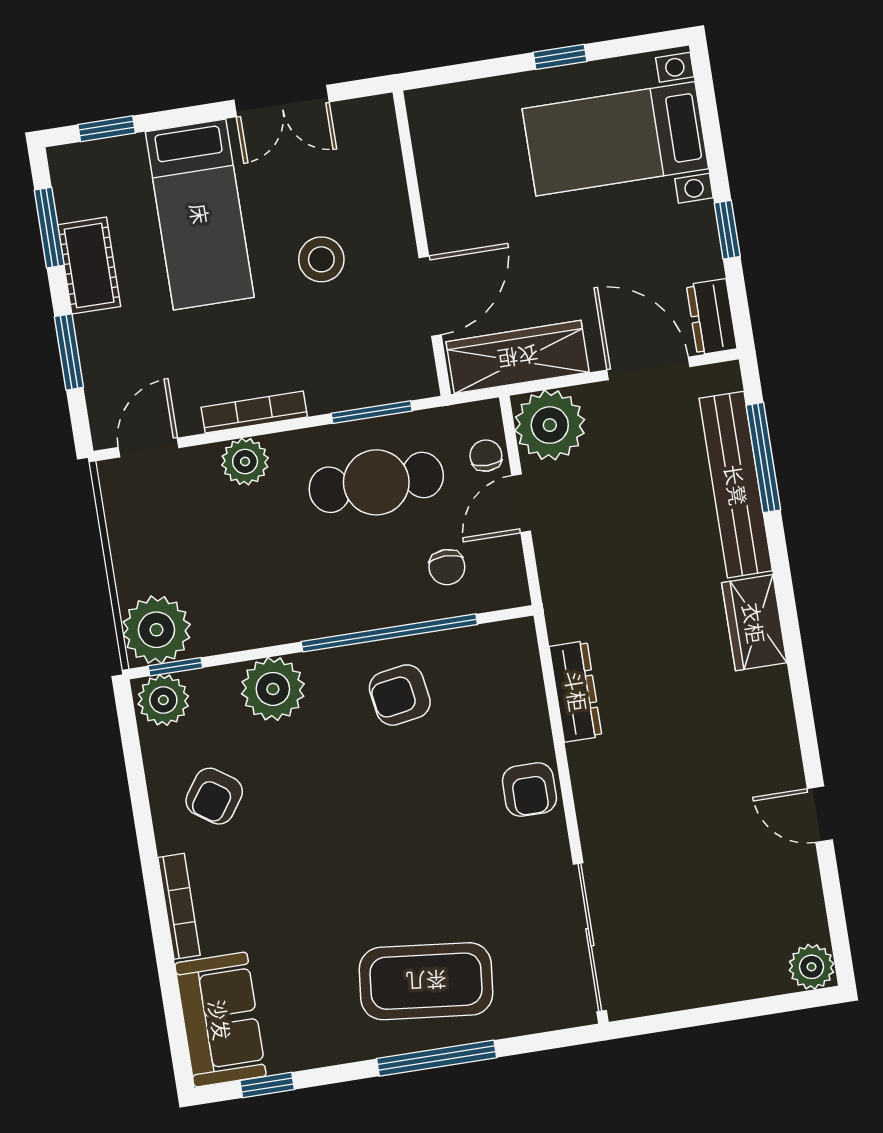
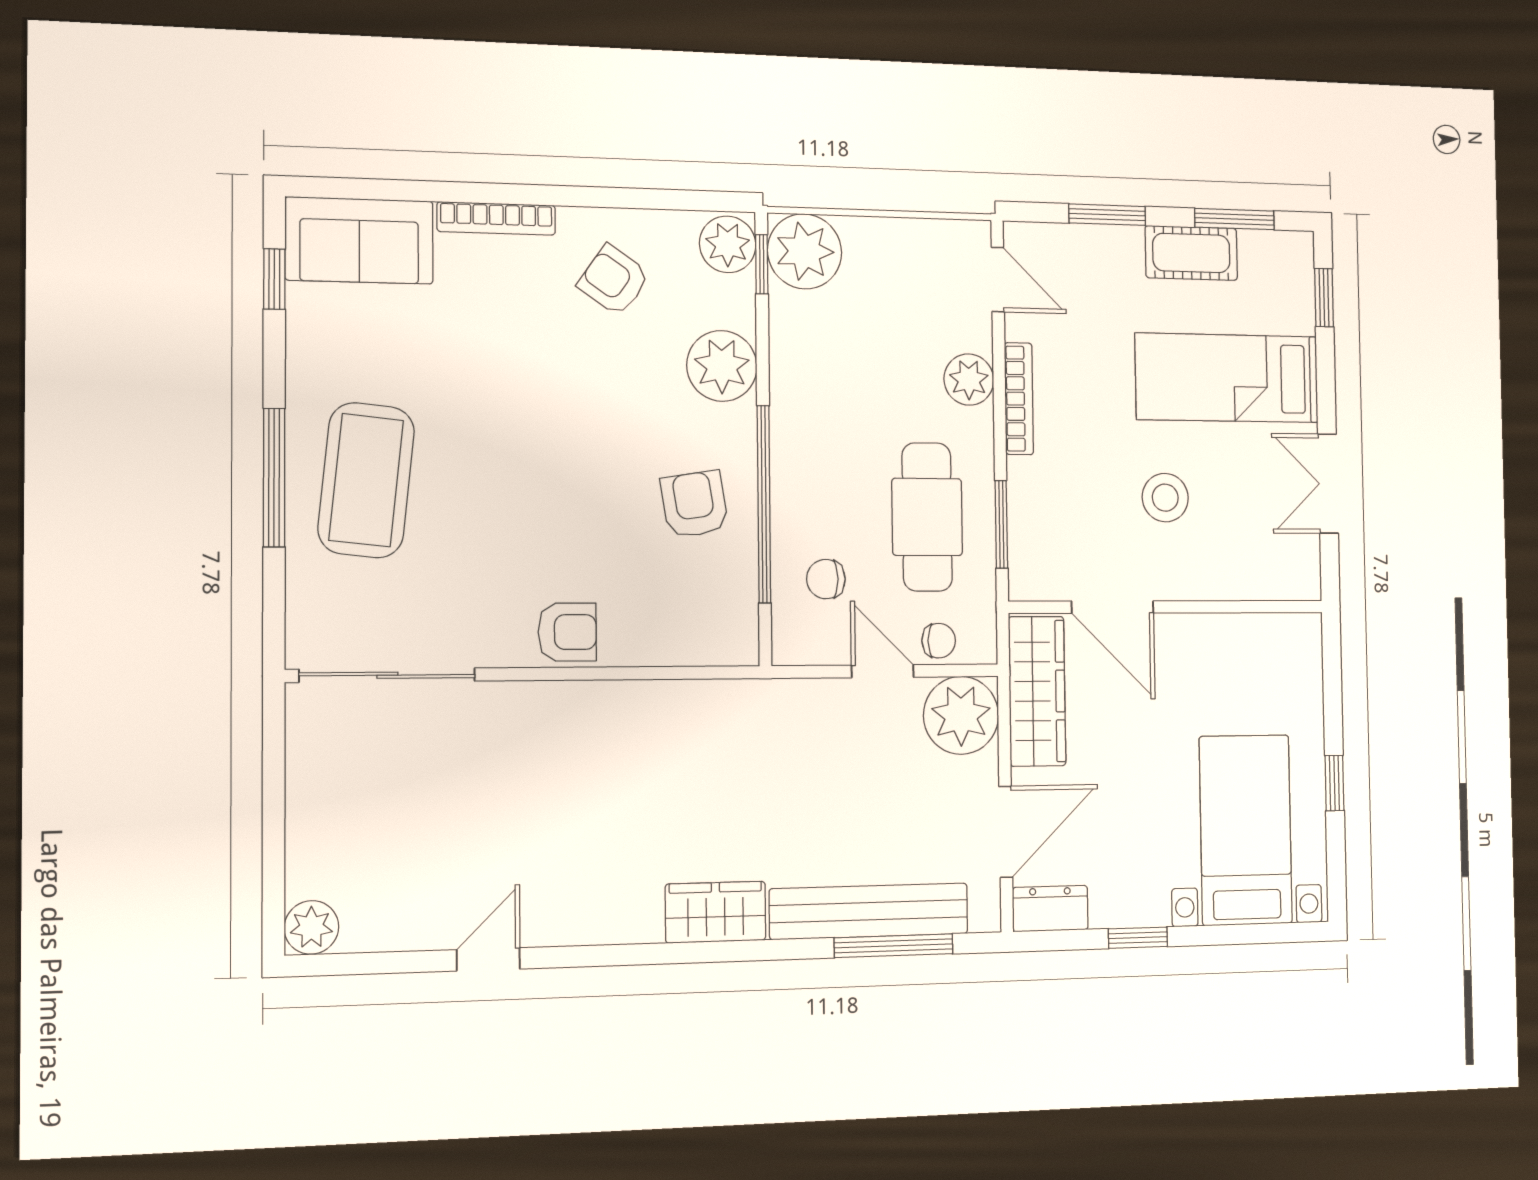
dresser: (576, 691) -> (669, 700), removed
armchair: (529, 790) -> (567, 632), turned 180

